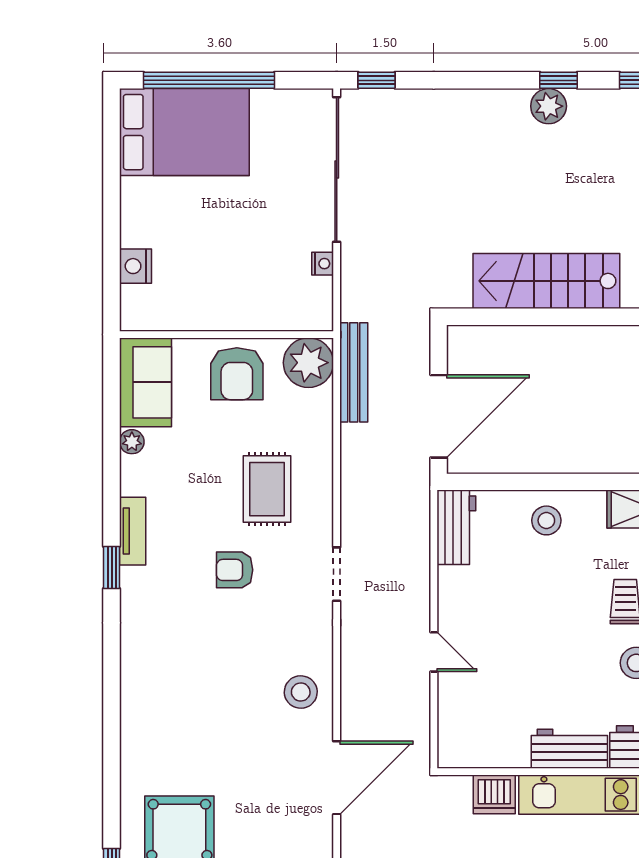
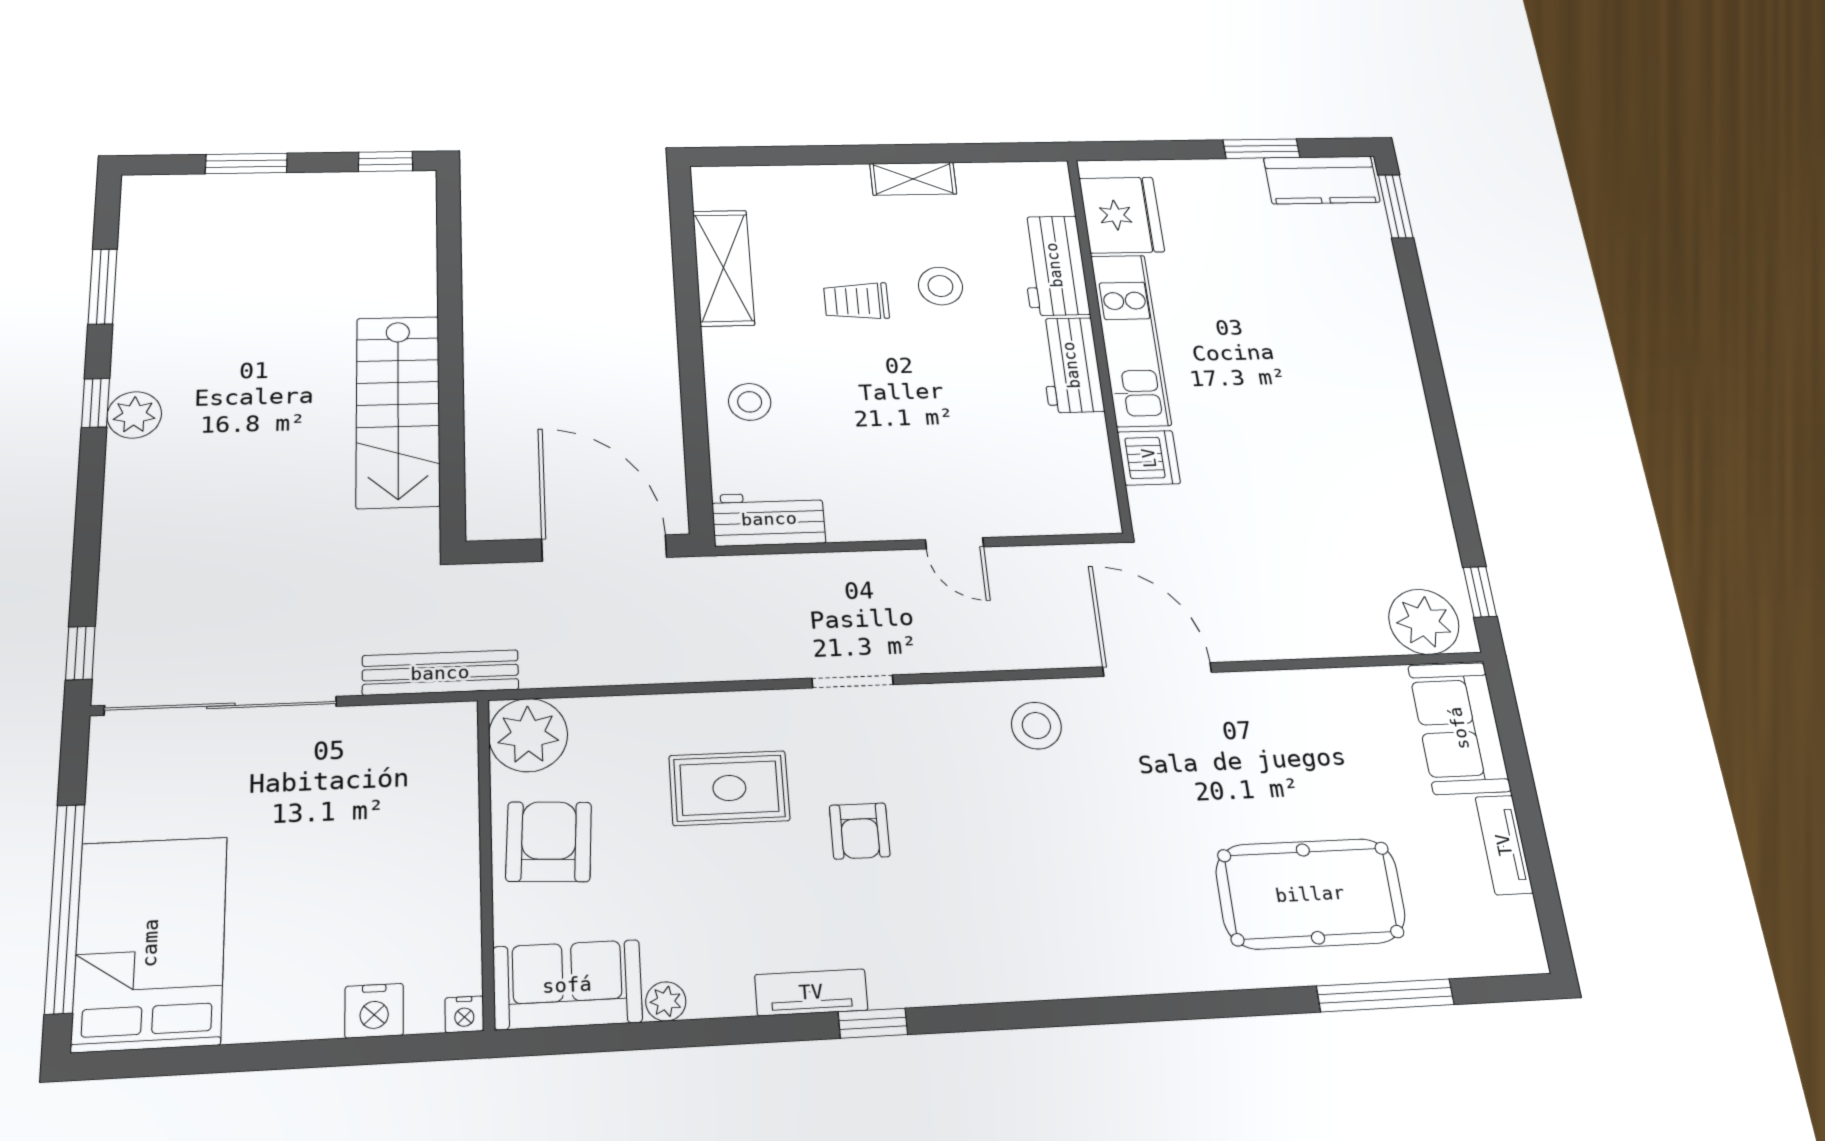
nightstand: (323, 264) -> (464, 1014), moved, turned 180
bench: (354, 372) -> (440, 673), moved
armchair: (237, 374) -> (549, 842), turned -87
door: (434, 652) -> (954, 543), swing flipped

